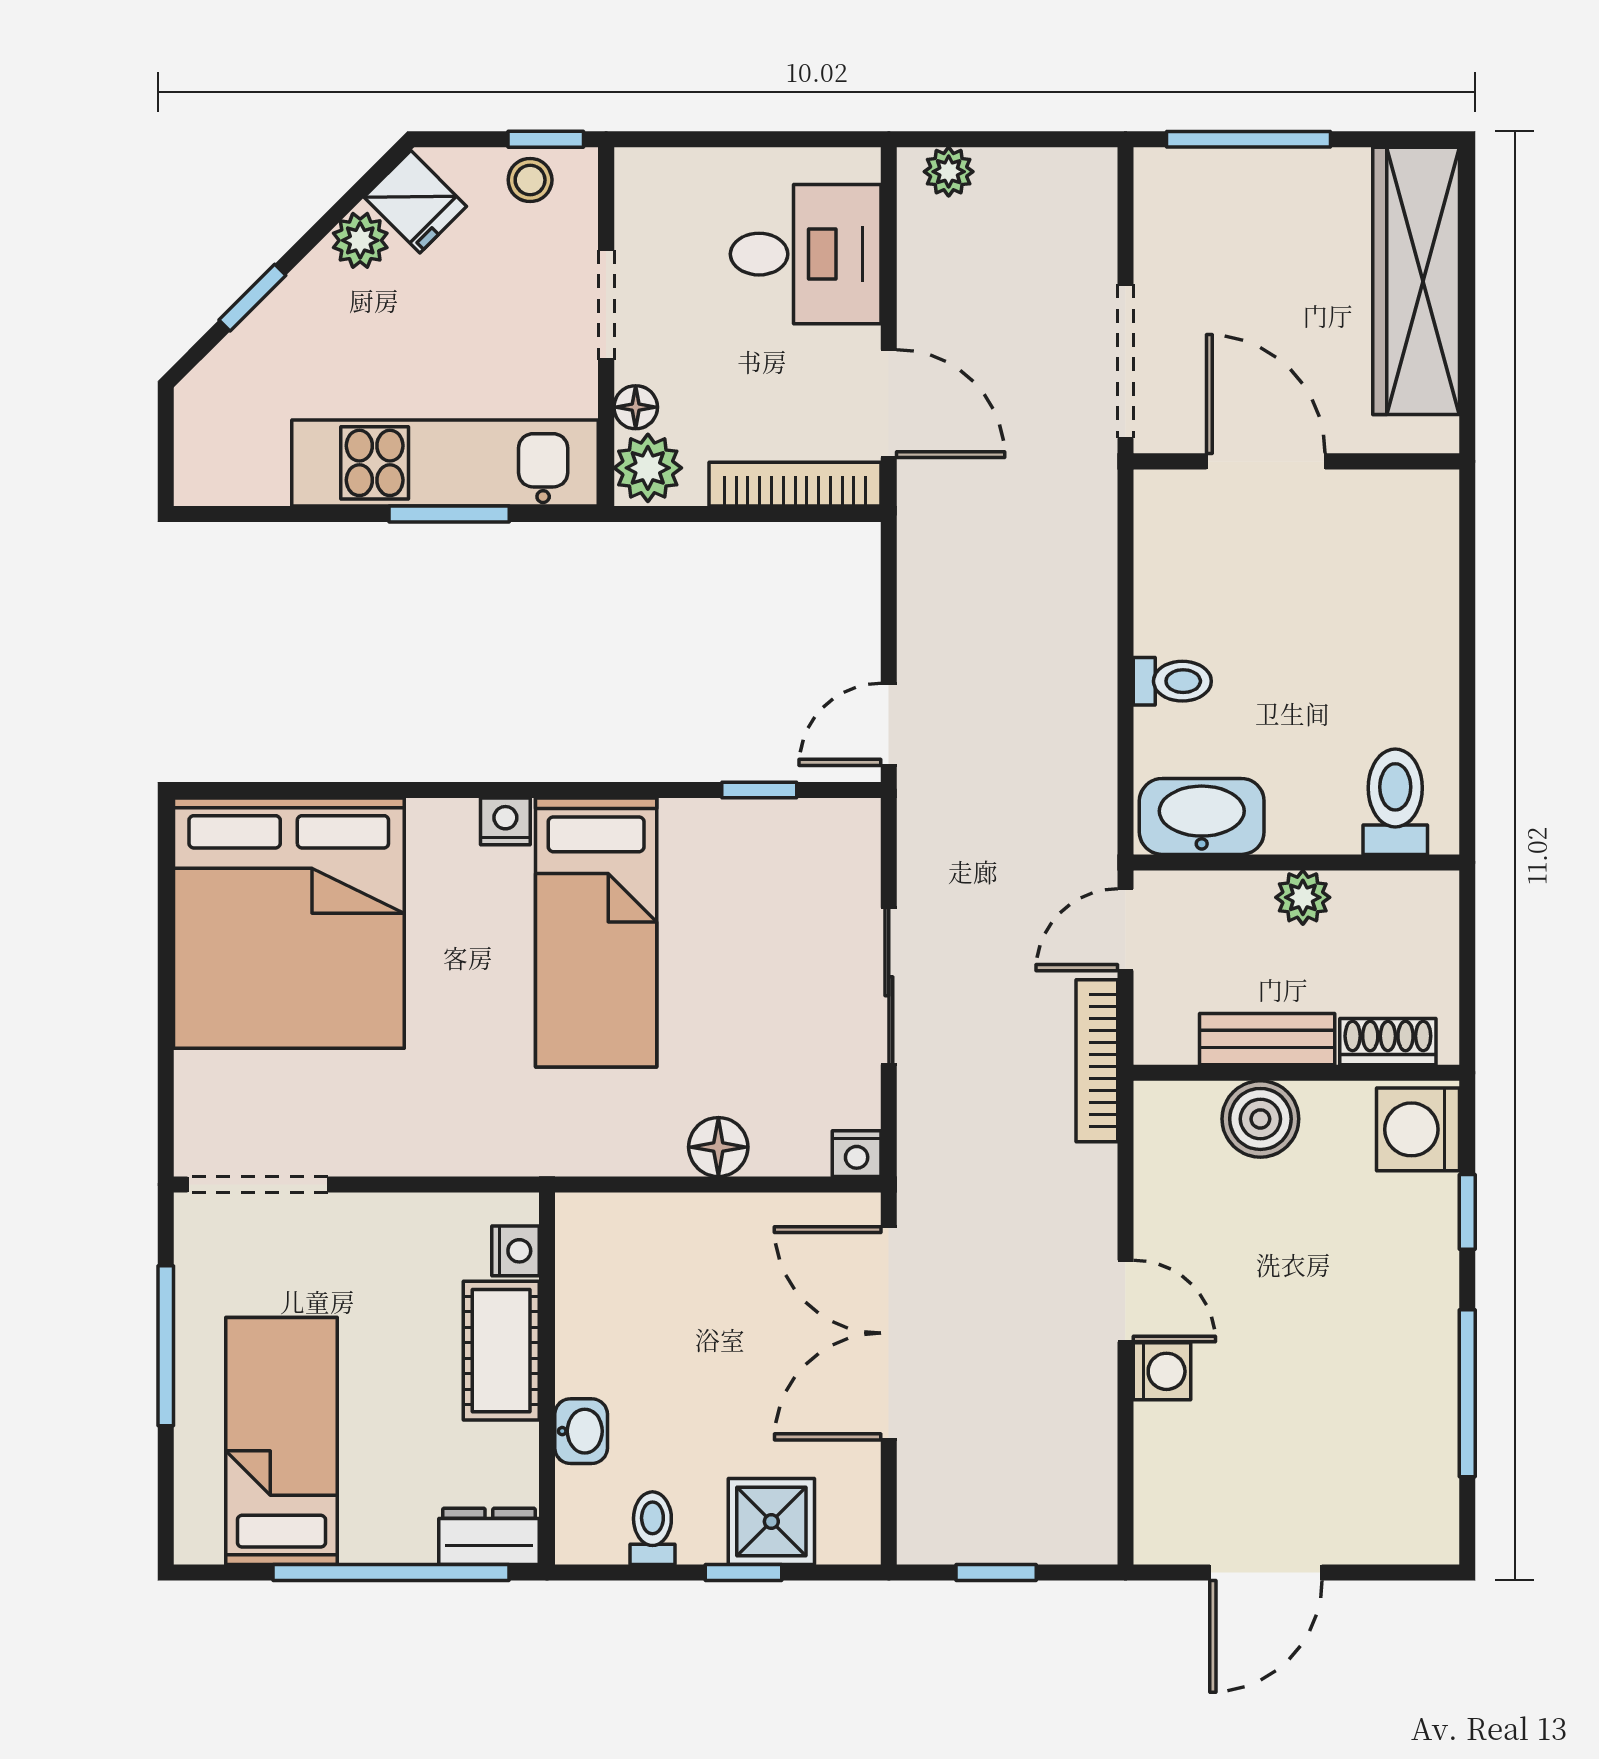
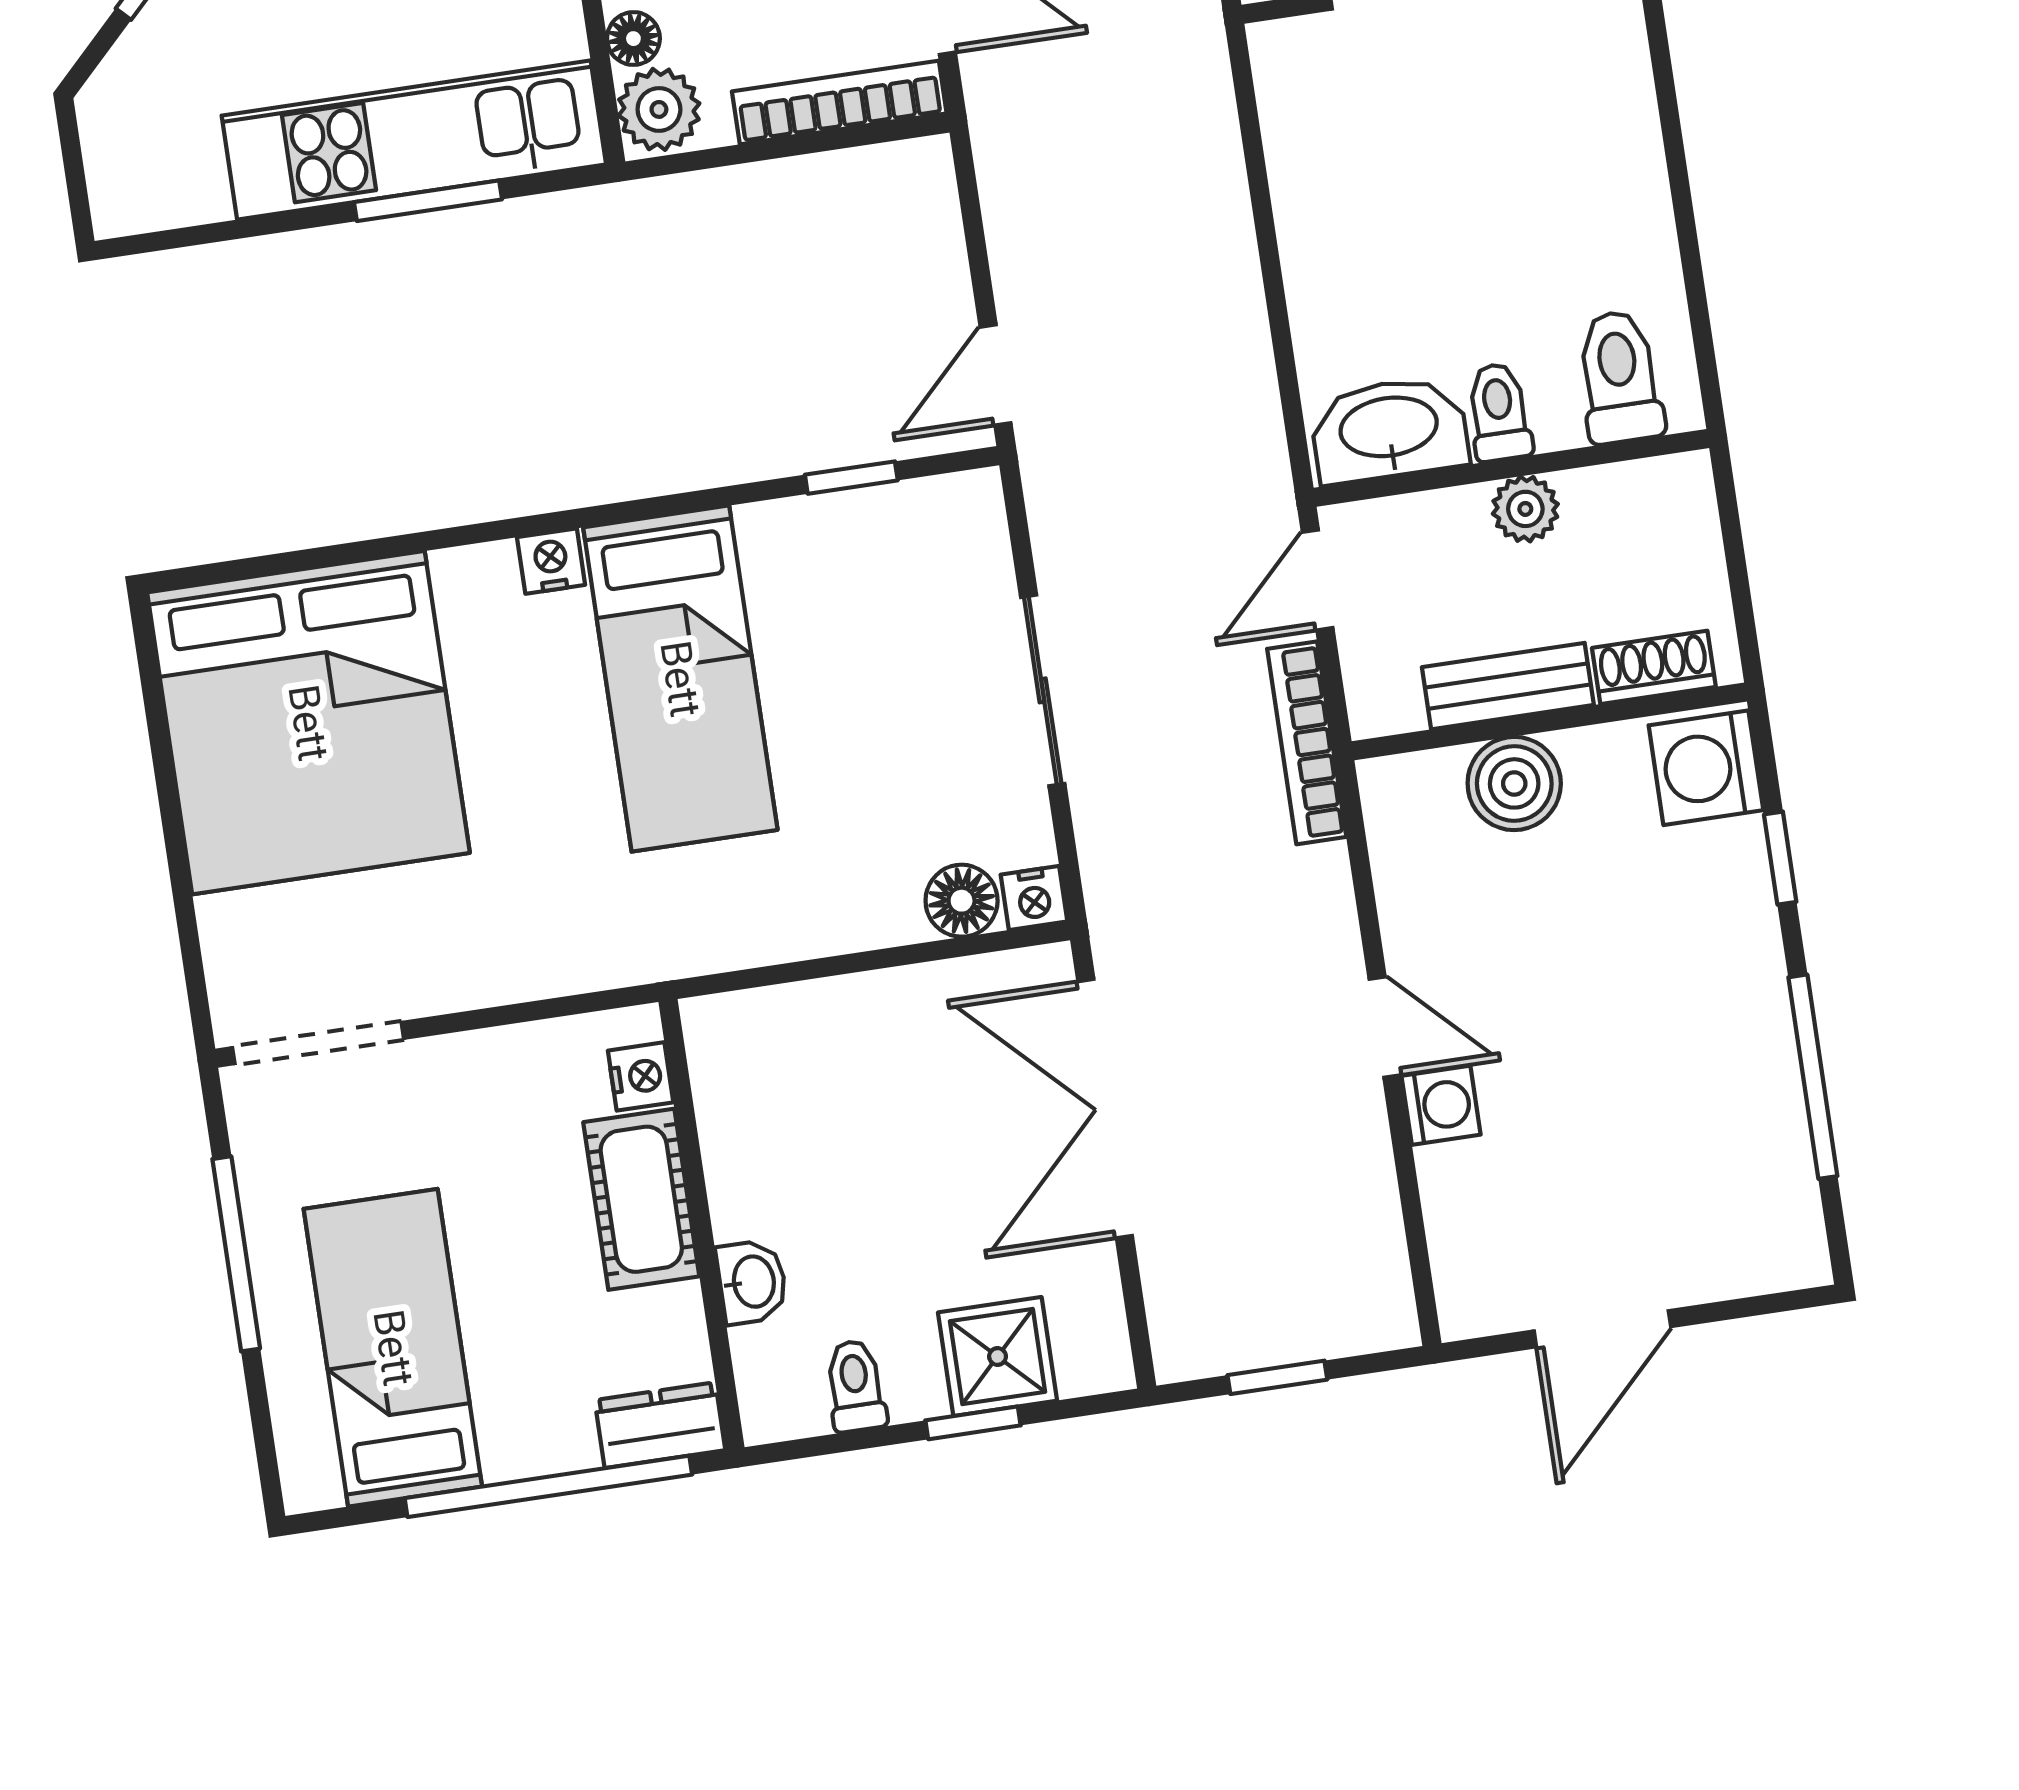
toilet: (1172, 681) -> (1499, 412), moved, turned -90
floor lamp: (718, 1147) -> (962, 901), moved

